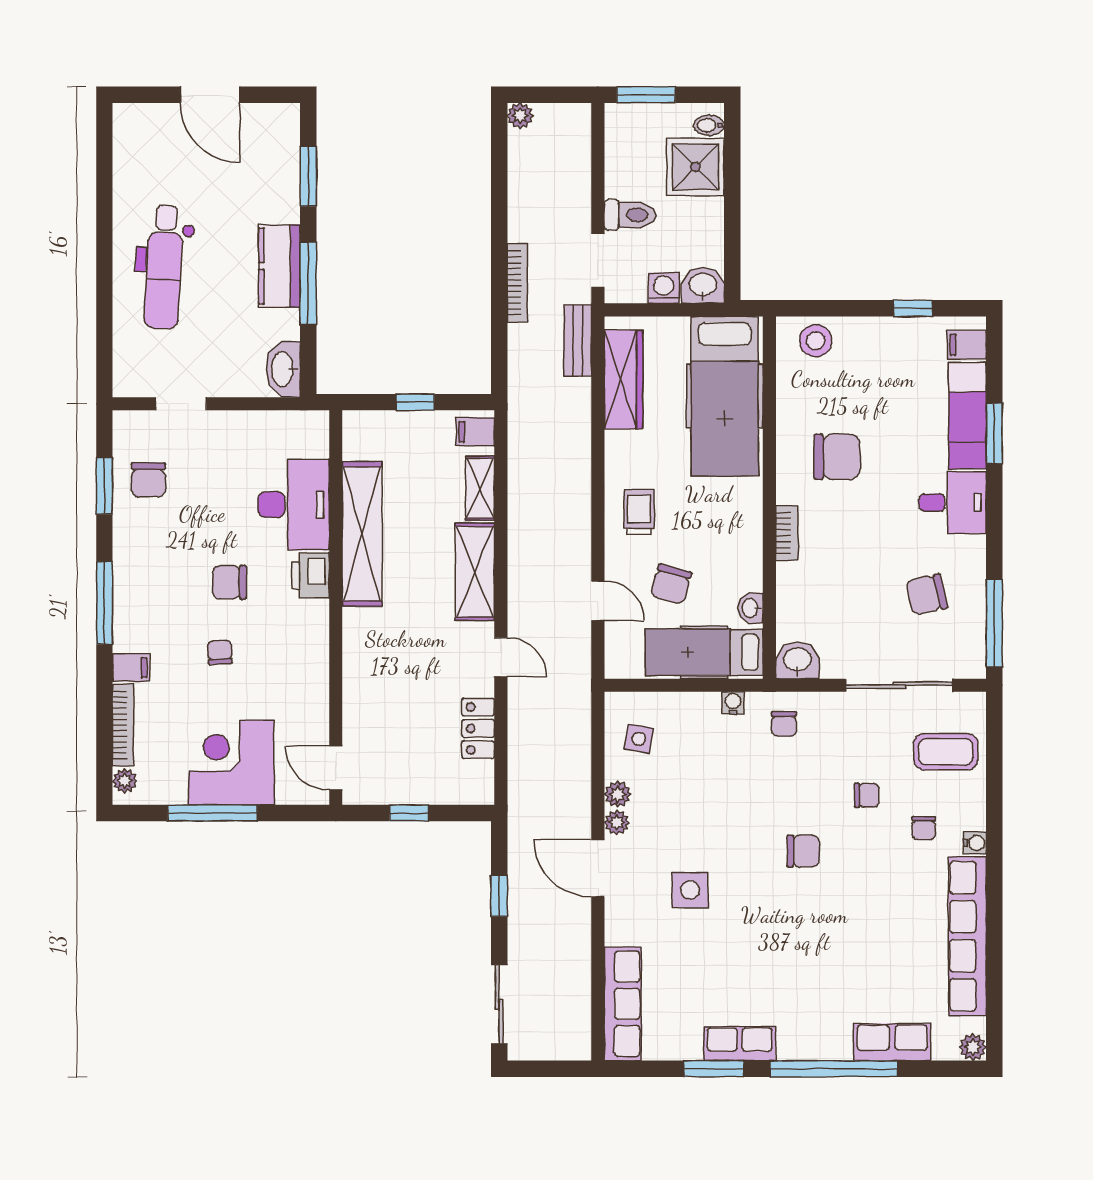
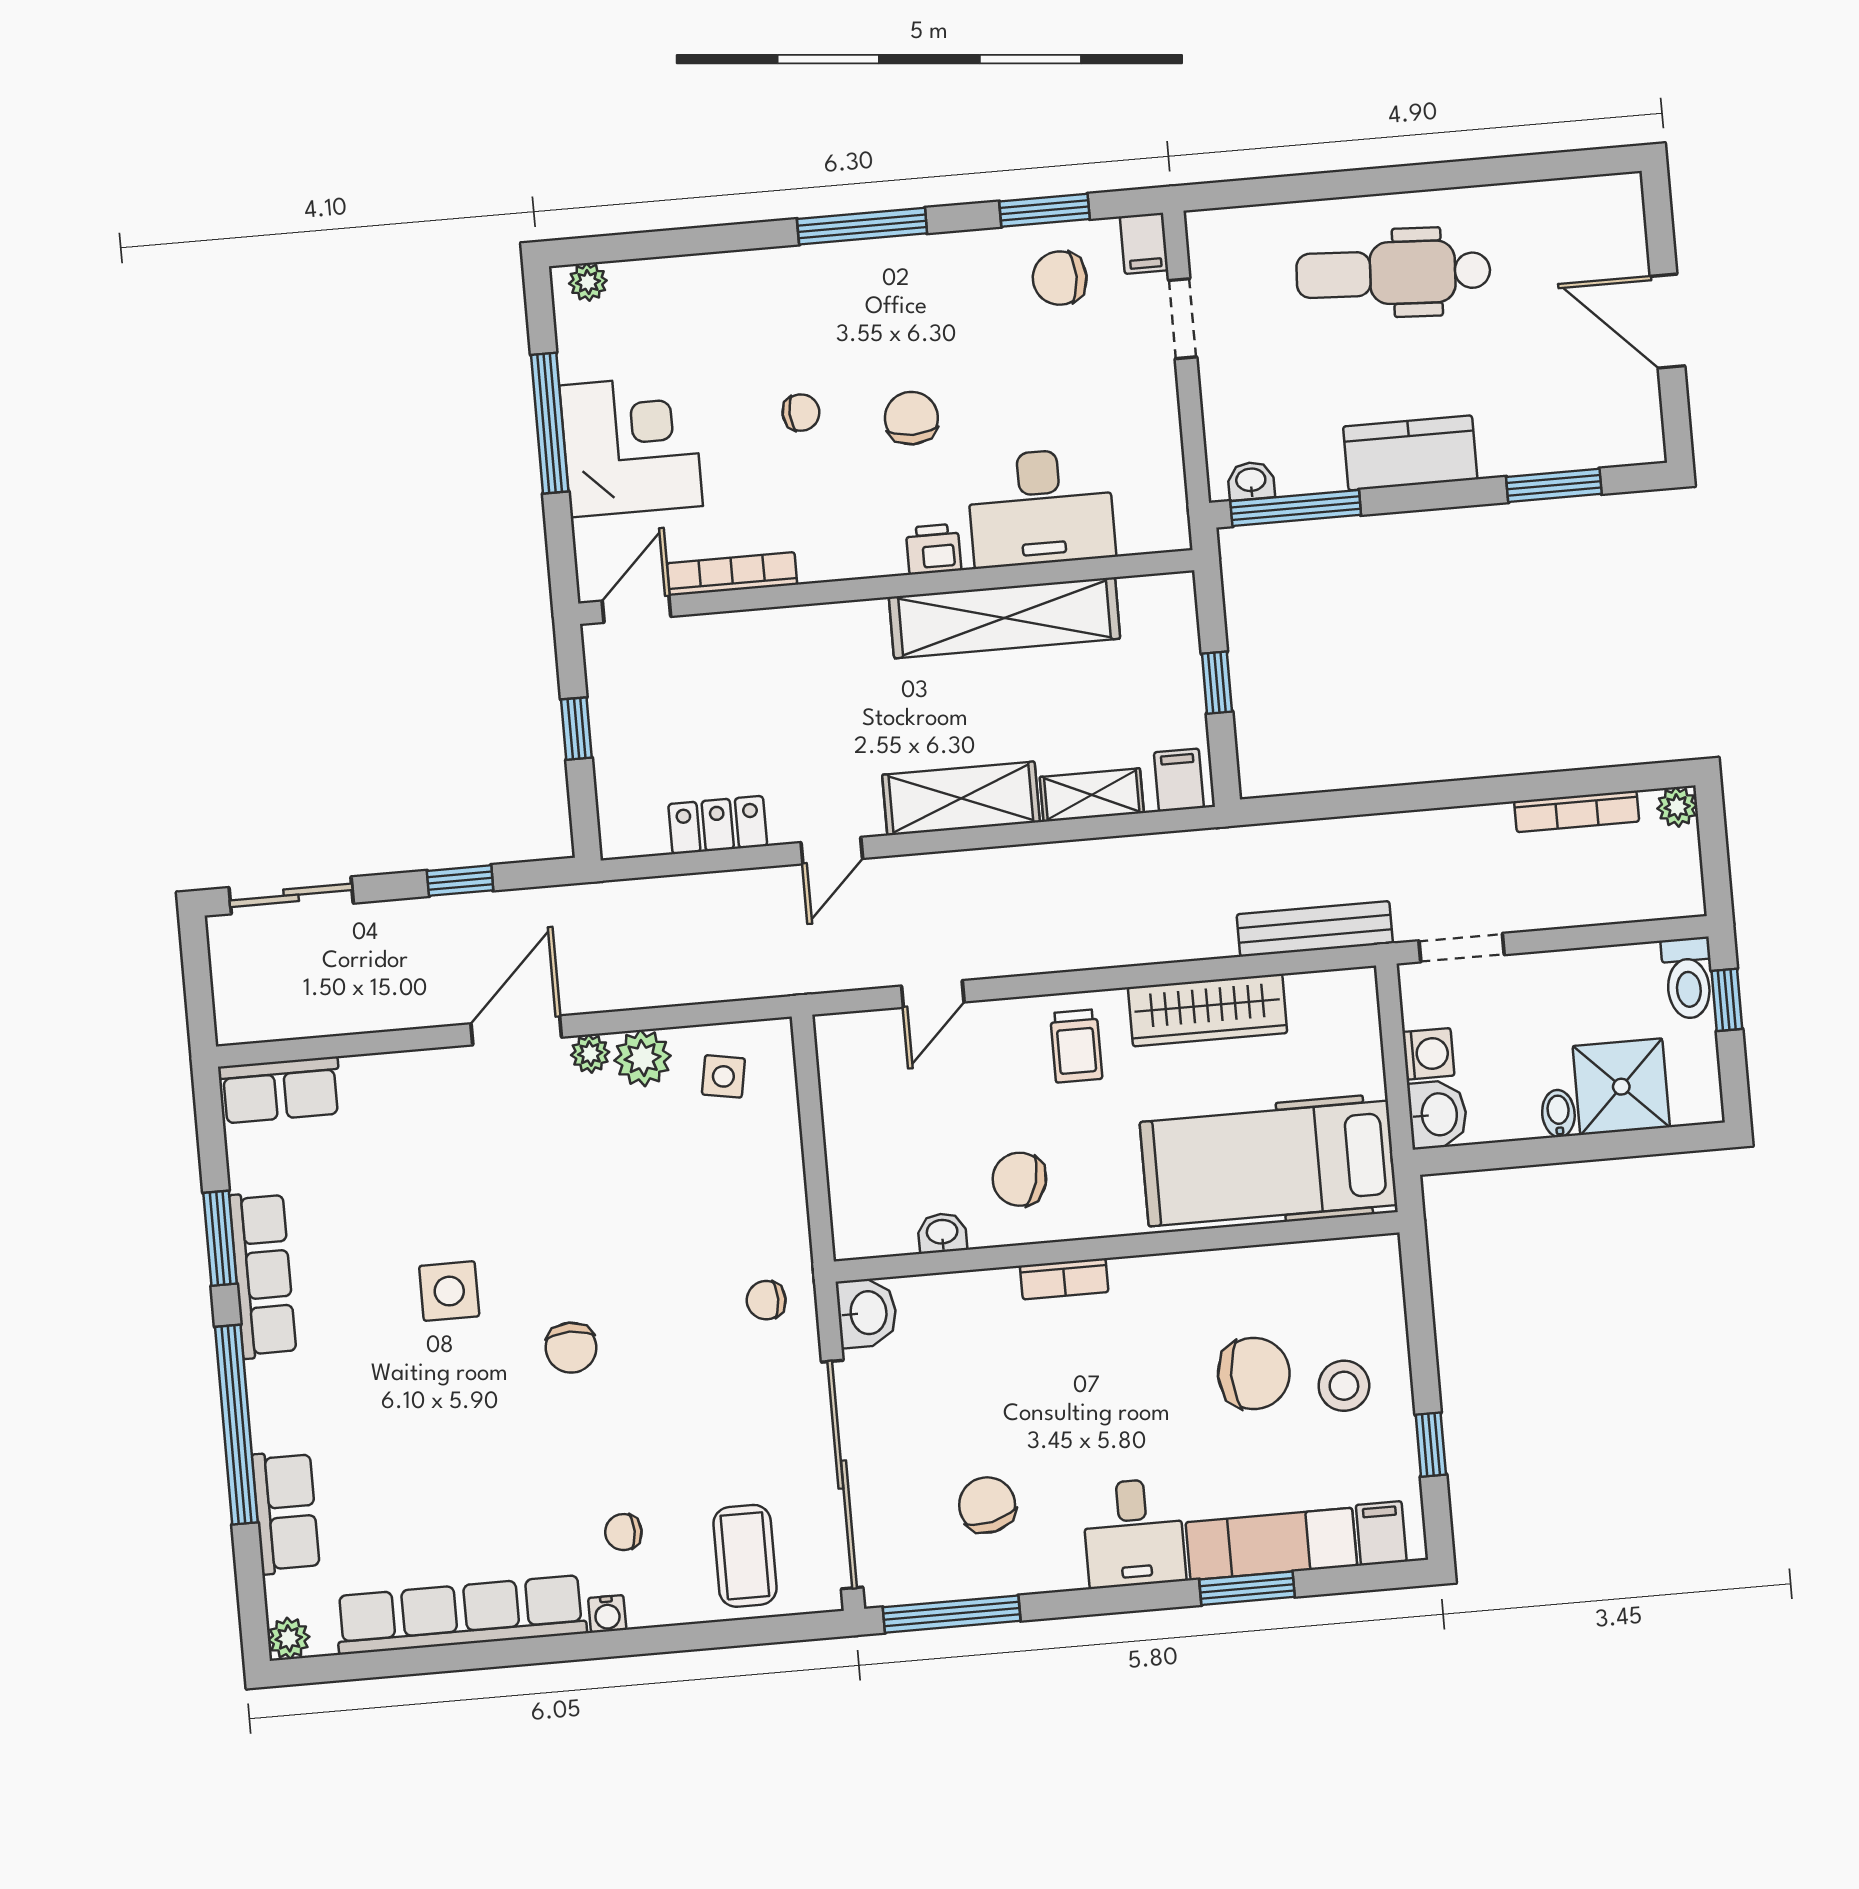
door: (210, 95) -> (1667, 321), hinge flipped
window: (646, 95) -> (1727, 1000), width x0.67
bidet: (709, 125) -> (1558, 1113), moved
toilet: (630, 215) -> (1688, 978), moved
window: (308, 283) -> (1296, 508), moved
bookcase: (517, 283) -> (1577, 811), moved
bench: (578, 340) -> (1315, 929), width x1.36
stool: (816, 341) -> (1344, 1386), moved
washbasin: (283, 369) -> (1251, 481), width x0.52, depth x0.69
wardrobe: (623, 380) -> (1208, 1010), moved
chair: (837, 457) -> (1254, 1373), moved, turned -90
trolley: (639, 512) -> (1076, 1046), turned 90
printer: (311, 575) -> (934, 549), width x0.73, depth x0.81
chair: (671, 584) -> (1019, 1179), moved
hospital bed: (704, 652) -> (867, 1166), removed
filing cabinet: (131, 668) -> (1144, 243), moved
sliding door: (899, 685) -> (842, 1475), width x1.36
water cooler: (733, 703) -> (792, 1218), removed
bookcase: (123, 725) -> (732, 574), moved, turned 180
plant: (618, 794) -> (643, 1058), width x1.38, depth x1.38
chair: (867, 795) -> (667, 1439), removed
side table: (690, 890) -> (449, 1291), moved
row of seats: (623, 1004) -> (280, 1090), width x0.68
row of seats: (740, 1044) -> (263, 1275), width x1.48

